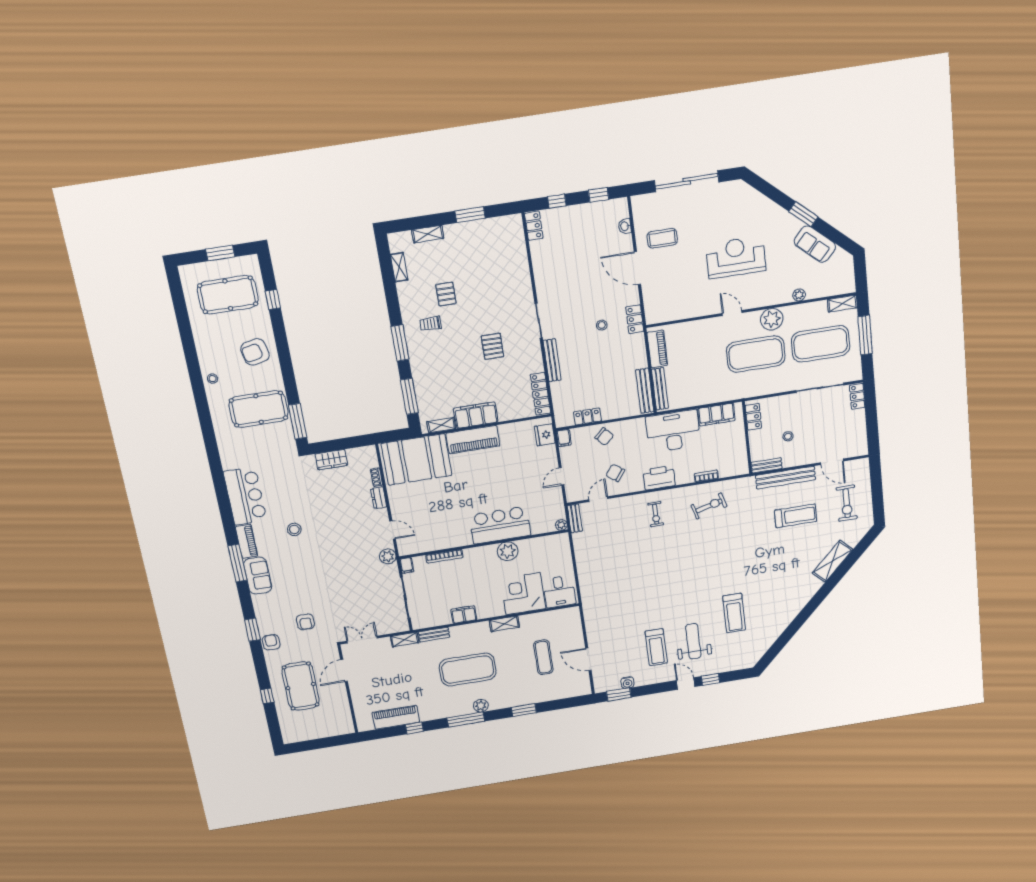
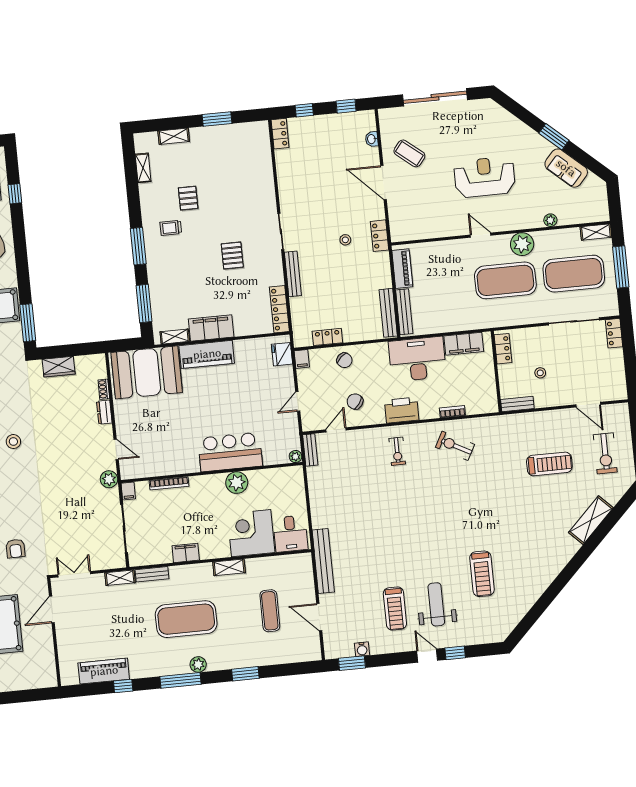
coffee table: (662, 238) -> (409, 153), turned 39
bench: (786, 478) -> (323, 561), moved, turned 90
exercise bike: (709, 506) -> (455, 446), turned -137

